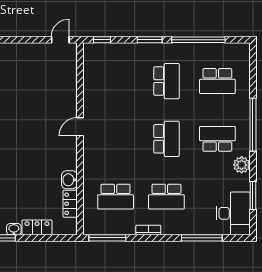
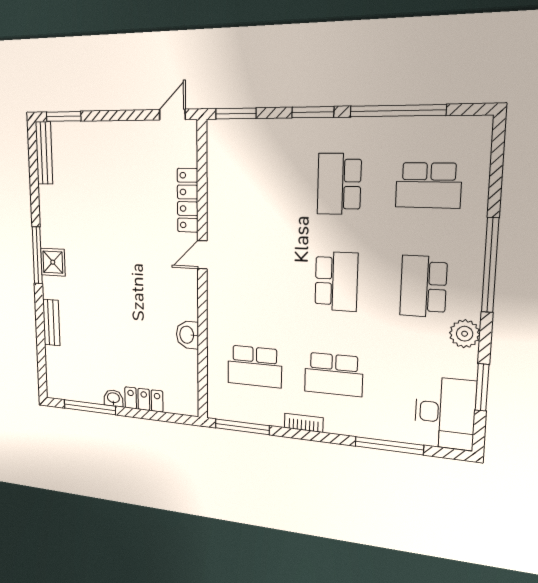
window: (102, 40) -> (236, 113), width x1.50
school desk: (166, 81) -> (339, 184), turned 180
school desk: (217, 139) -> (423, 286), turned -90
locker: (70, 204) -> (188, 200), moved, width x1.53

